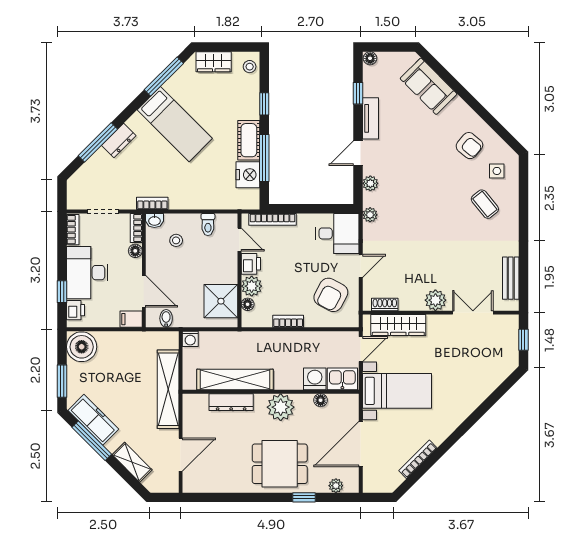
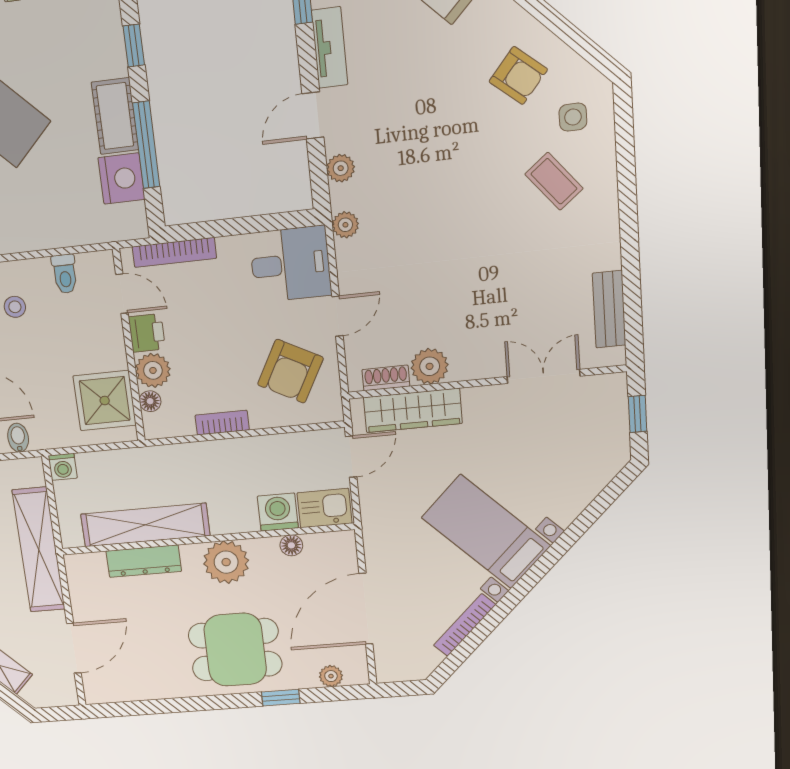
plant: (435, 300) -> (430, 366), moved
bed with nightstands: (397, 391) -> (486, 532), moved, turned -135

